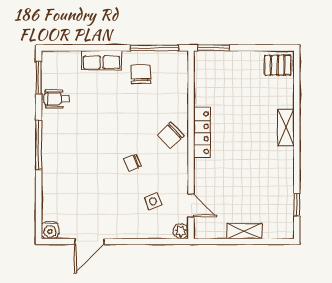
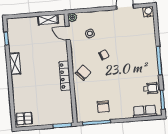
row of seats: (102, 60) -> (145, 111), moved
shelving: (286, 127) -> (15, 64), moved
shelving: (244, 231) -> (48, 20), moved

